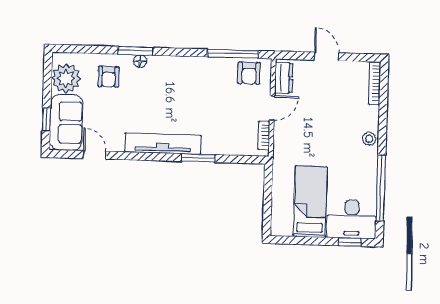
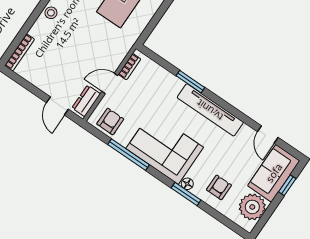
window: (233, 54) -> (129, 155), moved
door: (327, 56) -> (57, 106), moved
corner sofa: (183, 81) -> (165, 148), added

